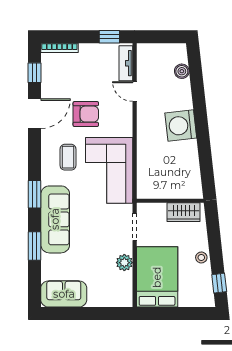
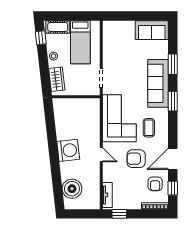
boiler: (182, 71) -> (72, 189), width x1.86, depth x1.86
armchair: (59, 79) -> (155, 184), added
door: (135, 91) -> (101, 155), moved
wardrobe: (184, 212) -> (57, 79), moved, turned 84
plant: (124, 263) -> (109, 52), removed
bed: (157, 277) -> (80, 42), width x0.67
cot: (195, 298) -> (58, 27), added

